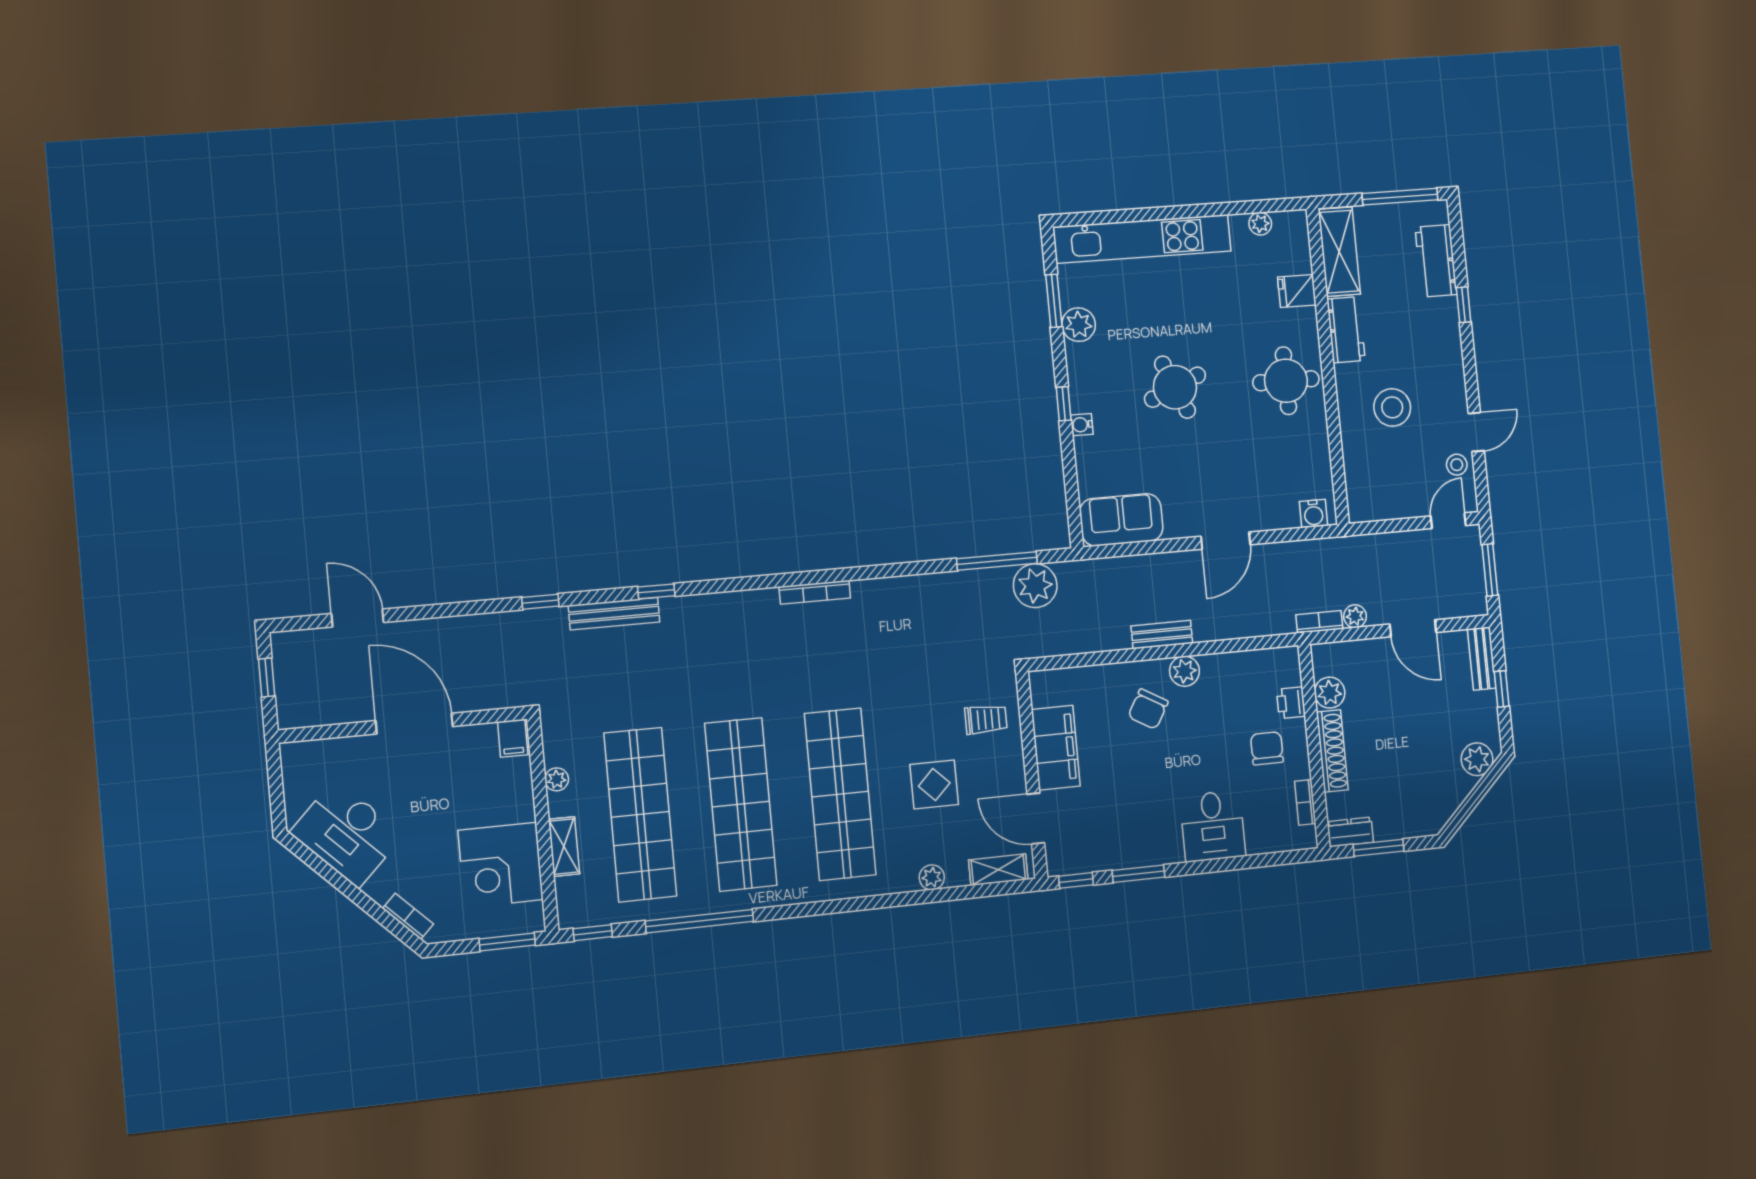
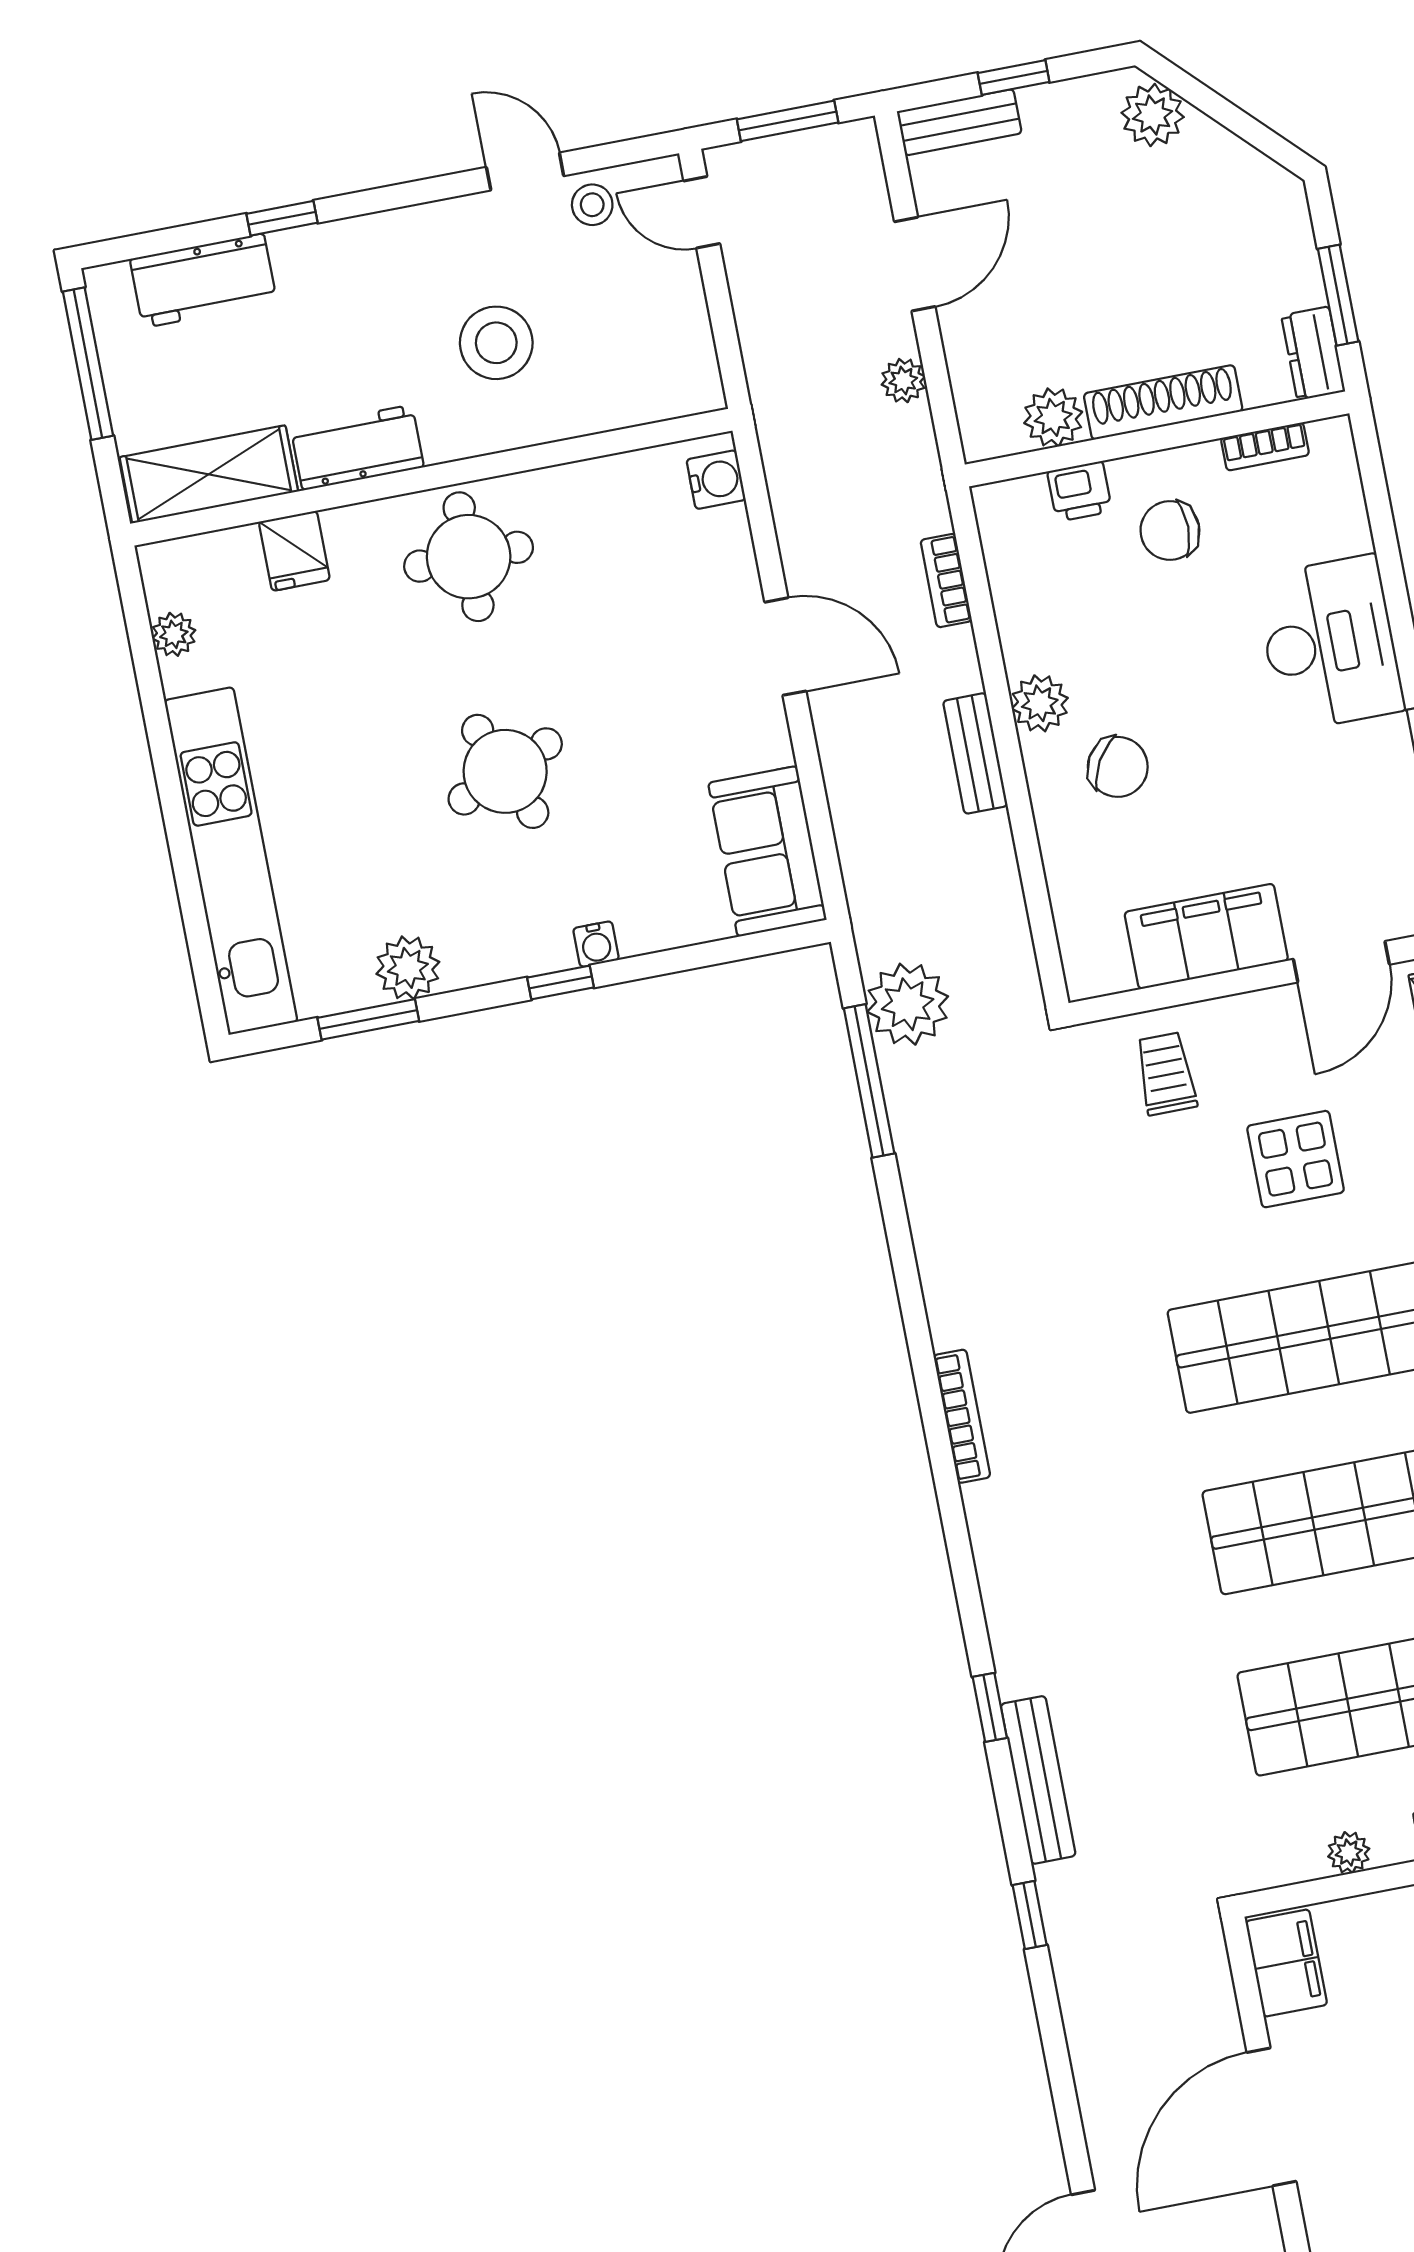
bookcase: (1319, 622) -> (946, 581), moved
filing cabinet: (513, 738) -> (1286, 1963), width x2.00
desk: (1213, 826) -> (1330, 643), width x1.37

